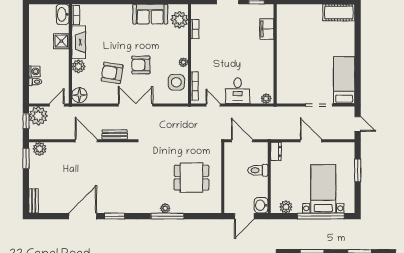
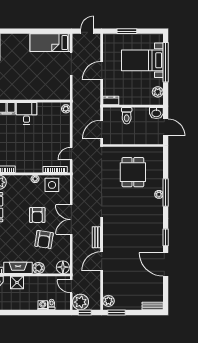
desk: (238, 91) -> (26, 113), moved, turned -90

